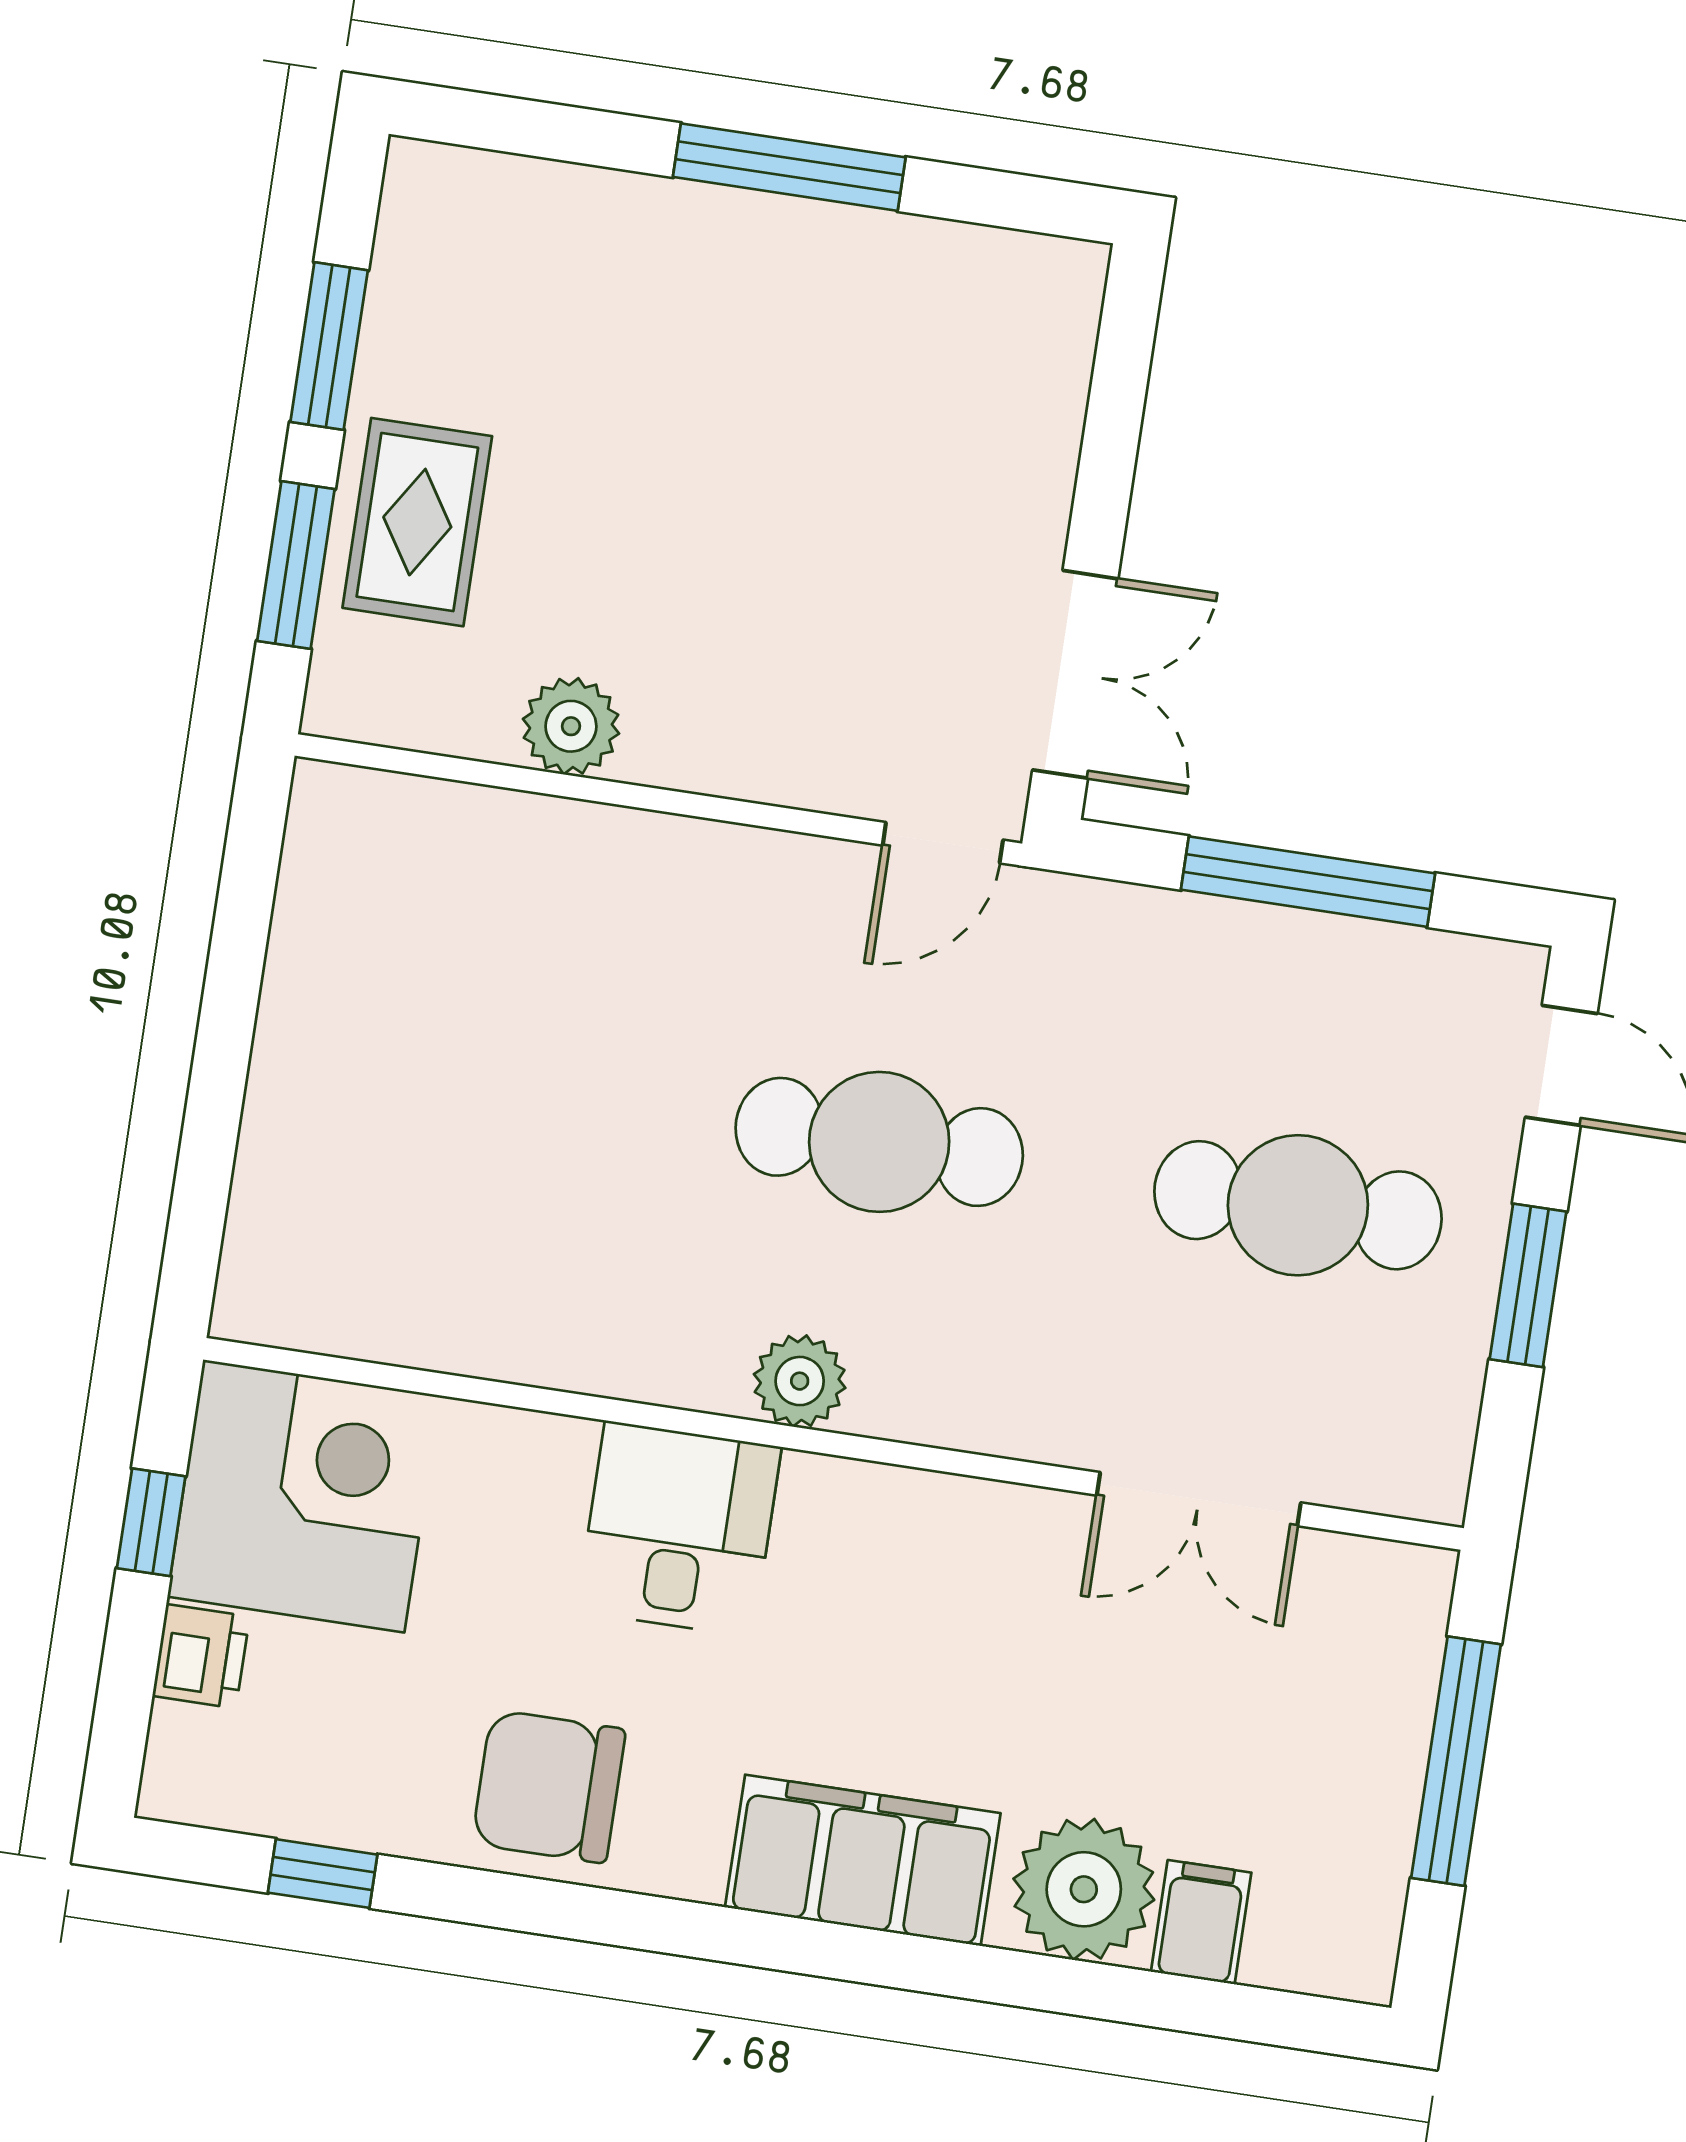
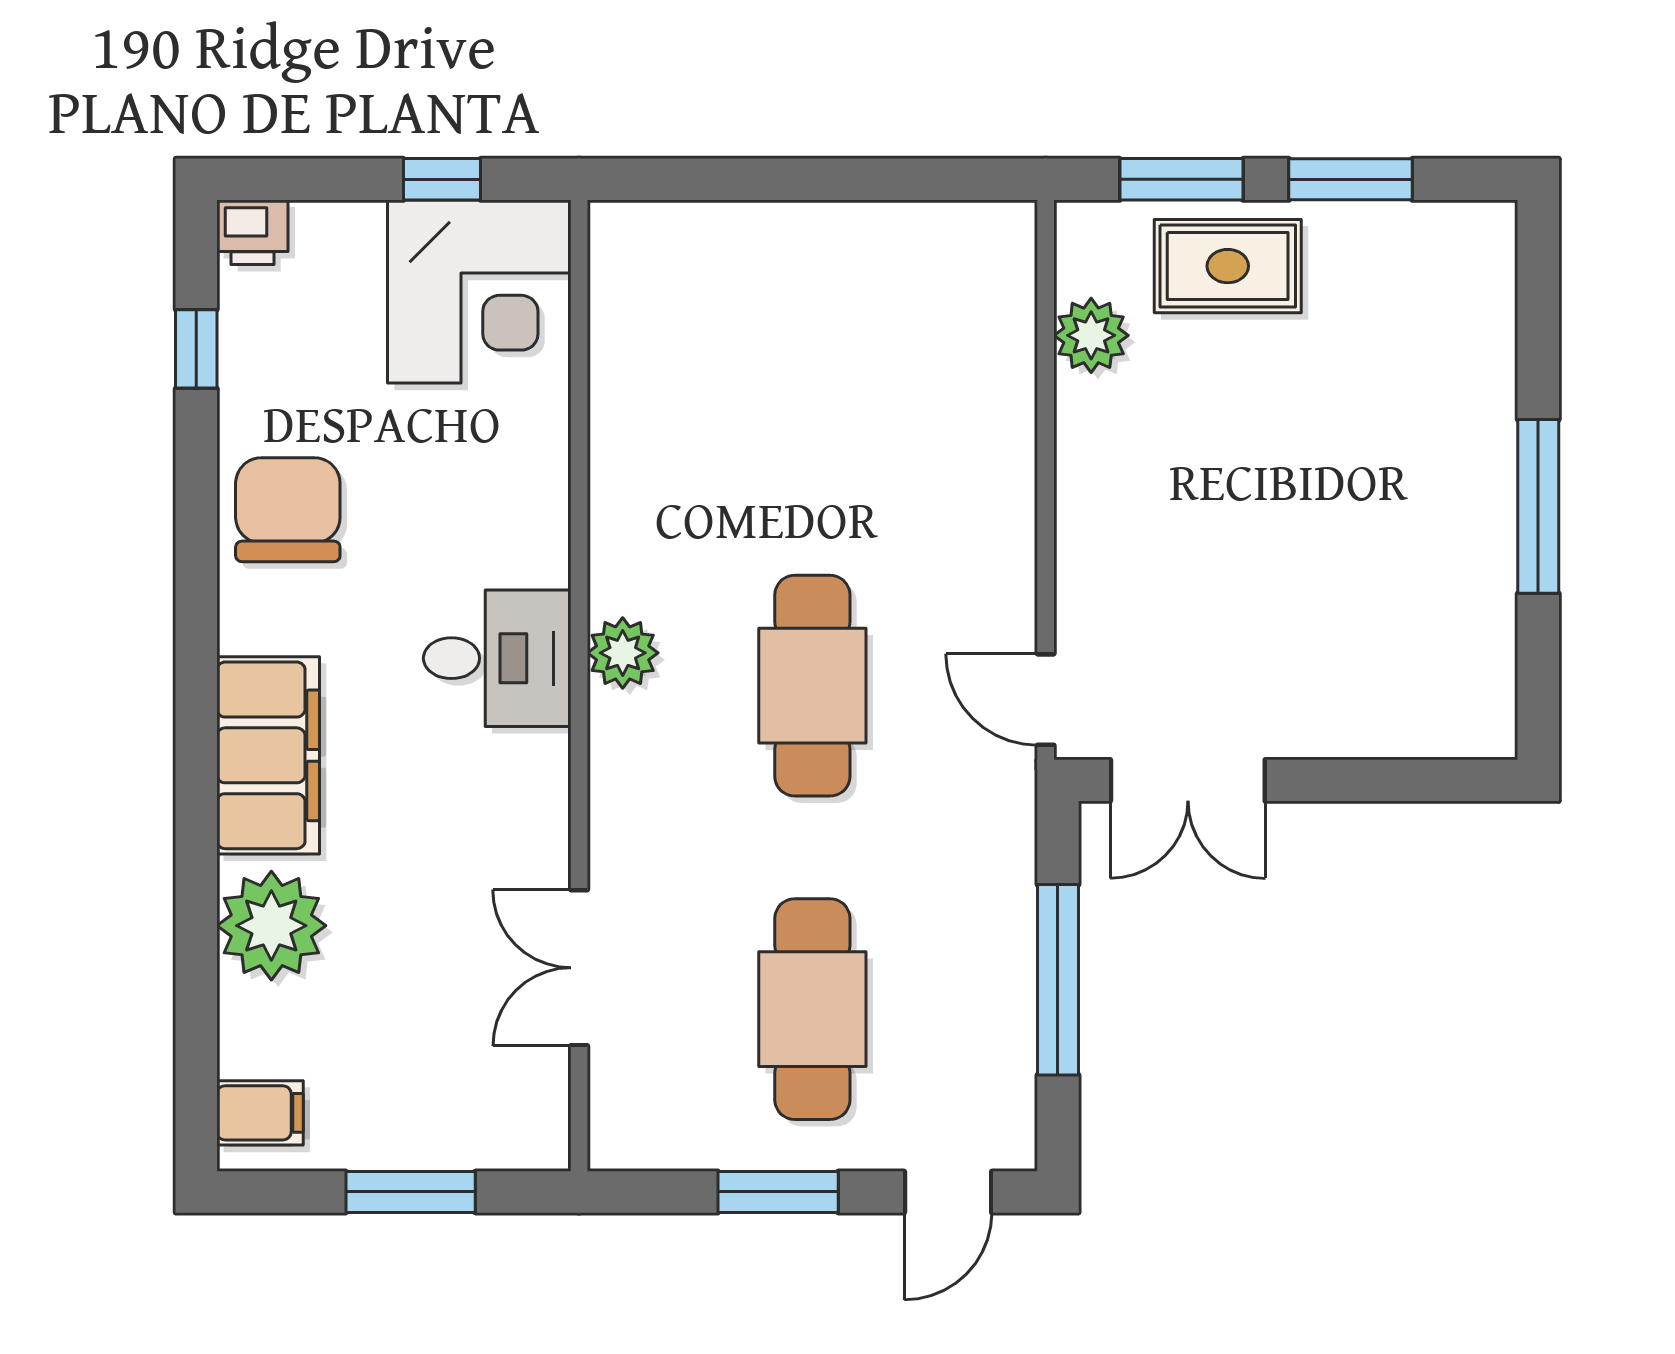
plant: (571, 726) -> (1091, 335), moved
desk: (679, 1529) -> (497, 658), moved
printer: (201, 1656) -> (252, 232), moved
window: (1456, 1761) -> (411, 1192), width x0.69
filing cabinet: (1201, 1922) -> (260, 1113), moved

